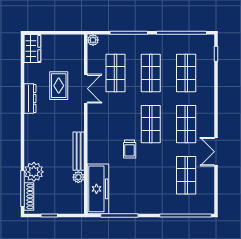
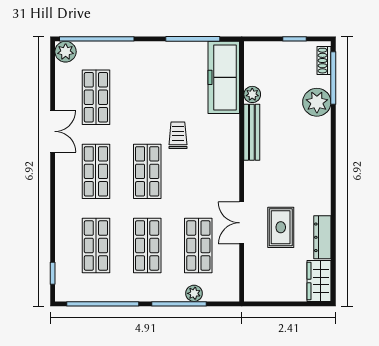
plant: (93, 40) -> (194, 293), moved
dresser: (30, 98) -> (322, 237), moved
shoe rack: (29, 196) -> (324, 61), width x0.70
plant: (207, 207) -> (66, 52), added

